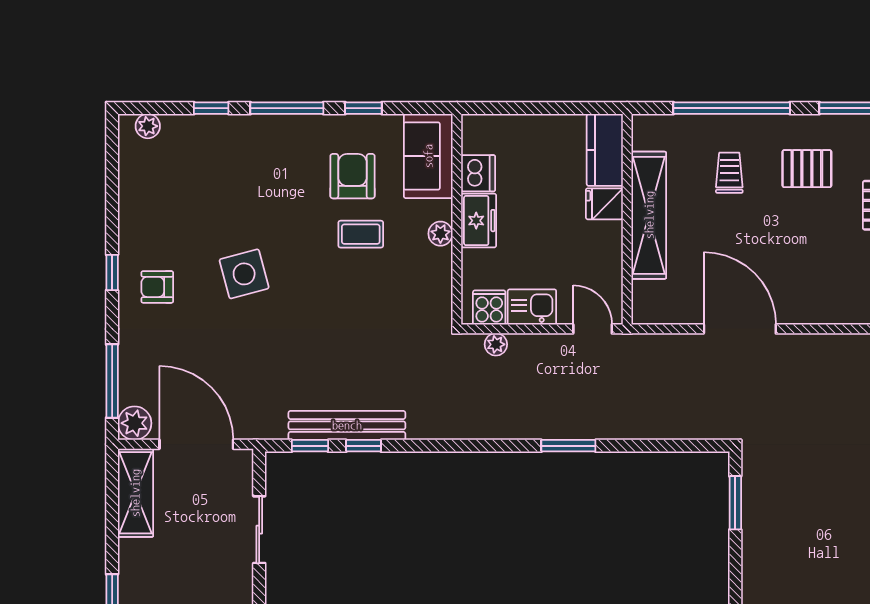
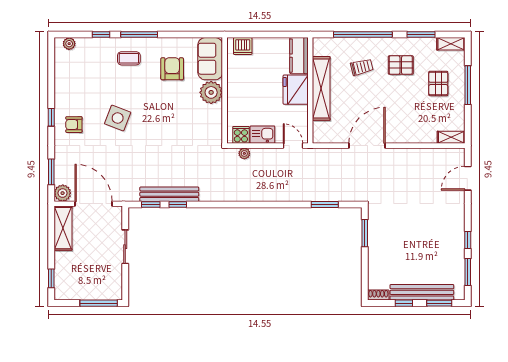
window: (363, 108) -> (178, 35), removed
dishwasher: (478, 173) -> (243, 46), moved, turned 90
trolley: (729, 173) -> (362, 67), turned 76
fridge: (604, 204) -> (296, 90), width x1.88, depth x1.34
freezer: (479, 221) -> (236, 91), removed
coffee table: (361, 234) -> (129, 58), moved
plant: (440, 234) -> (211, 92), width x1.88, depth x1.88
side table: (244, 274) -> (118, 118), turned 36
door: (740, 329) -> (367, 146), hinge flipped
window: (112, 381) -> (51, 172), width x0.69
window: (568, 446) -> (325, 204), moved

